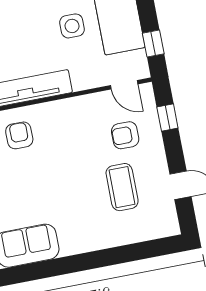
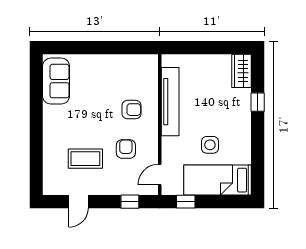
armchair: (19, 135) -> (132, 110), moved
armchair: (125, 135) -> (126, 149), moved

